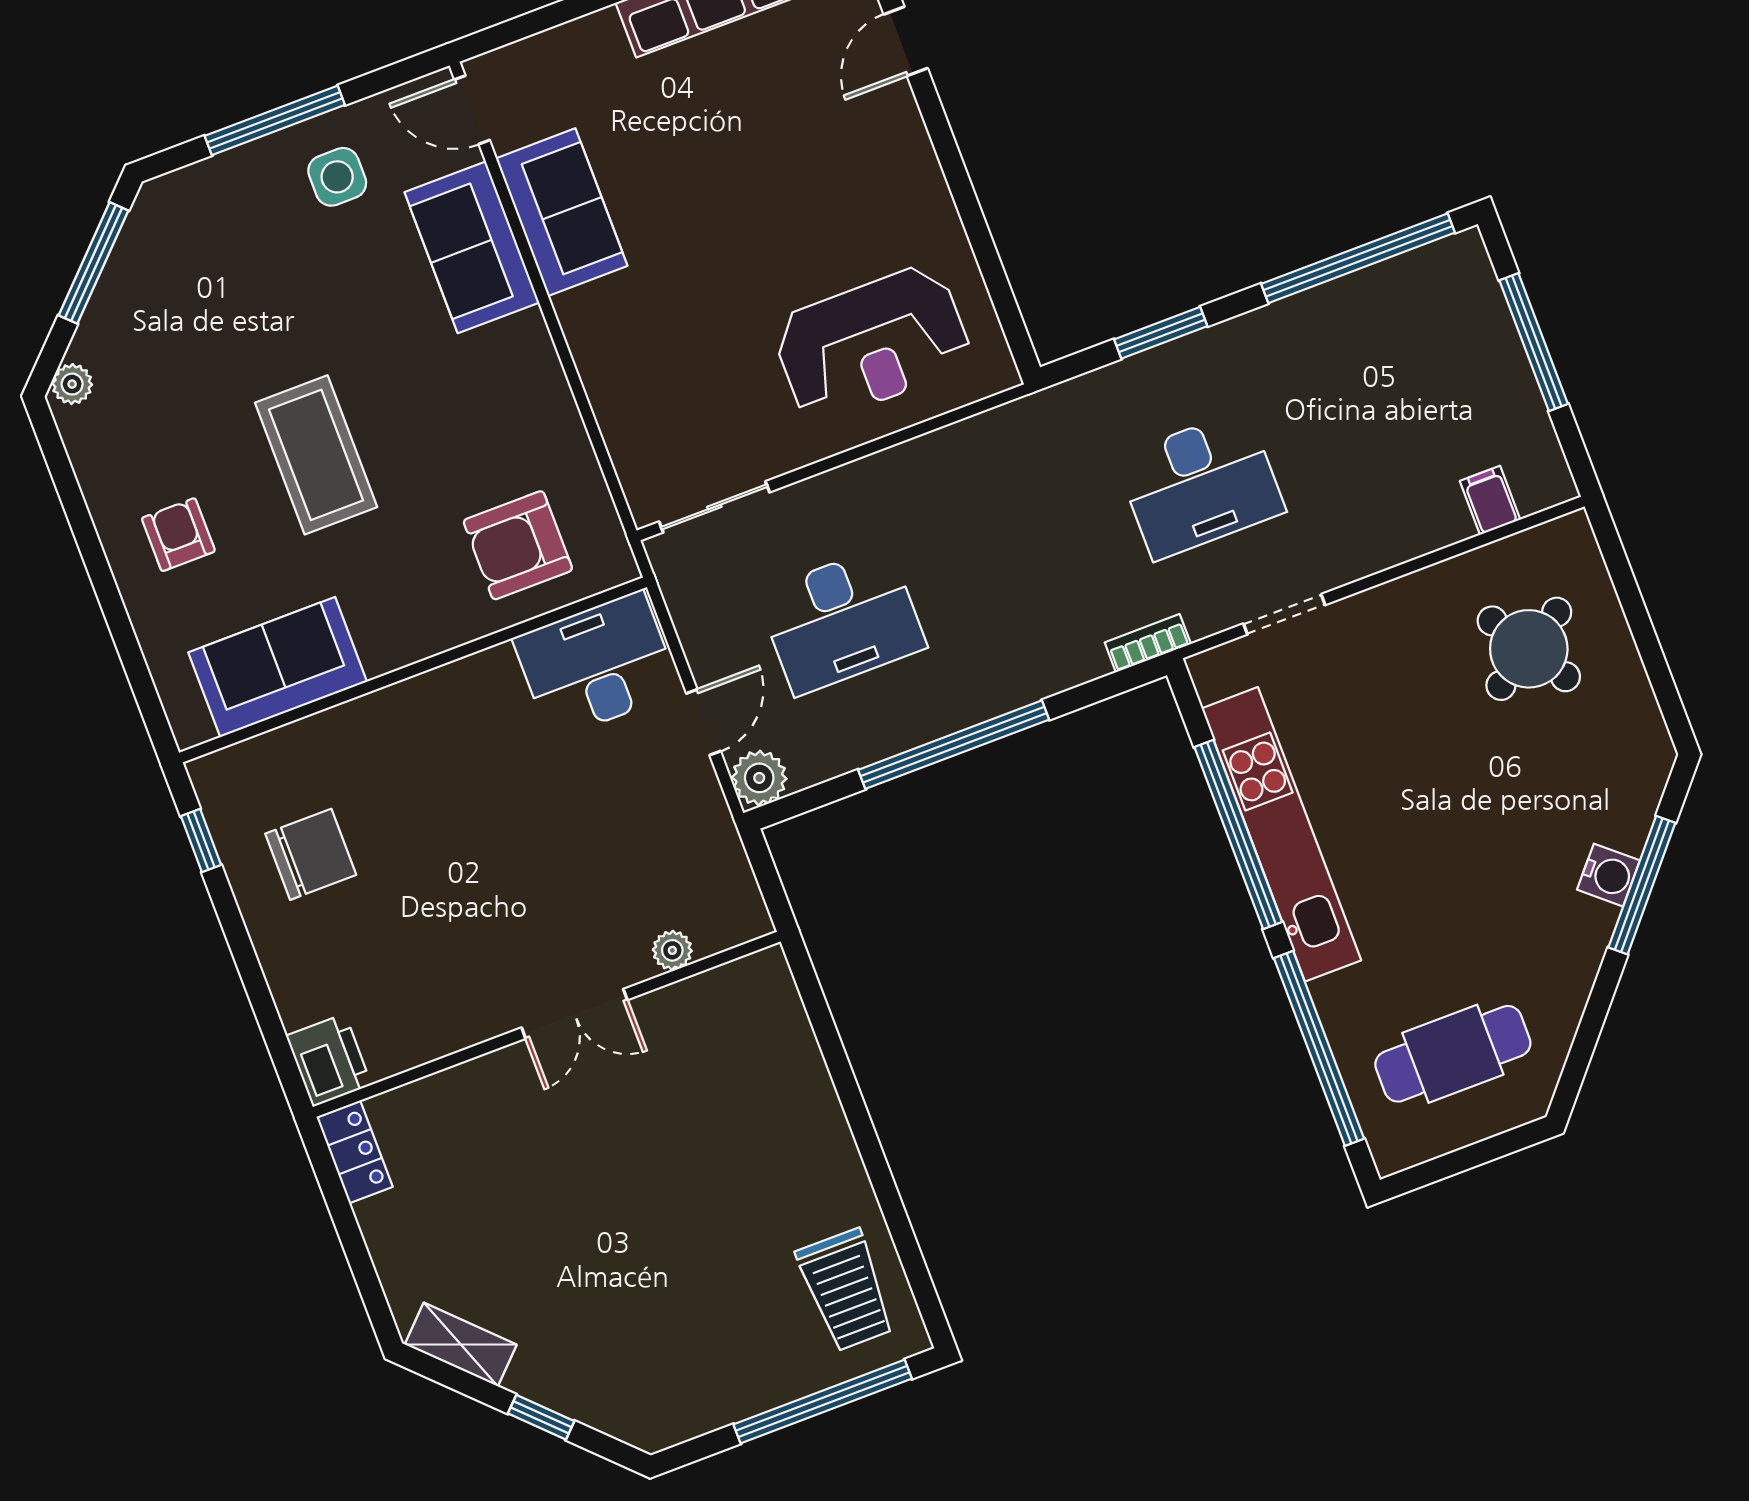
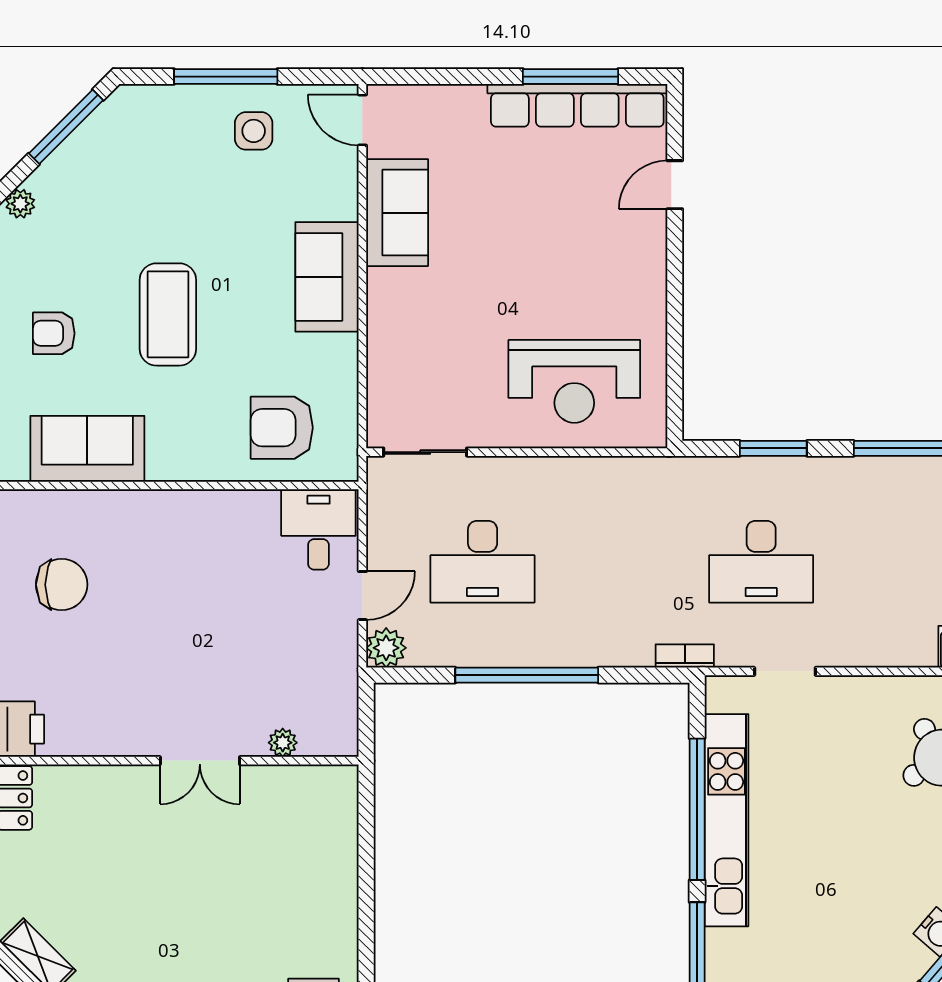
sofa: (472, 247) -> (327, 277), moved
armchair: (178, 535) -> (54, 333), turned -90
desk: (597, 665) -> (318, 529), width x0.73

